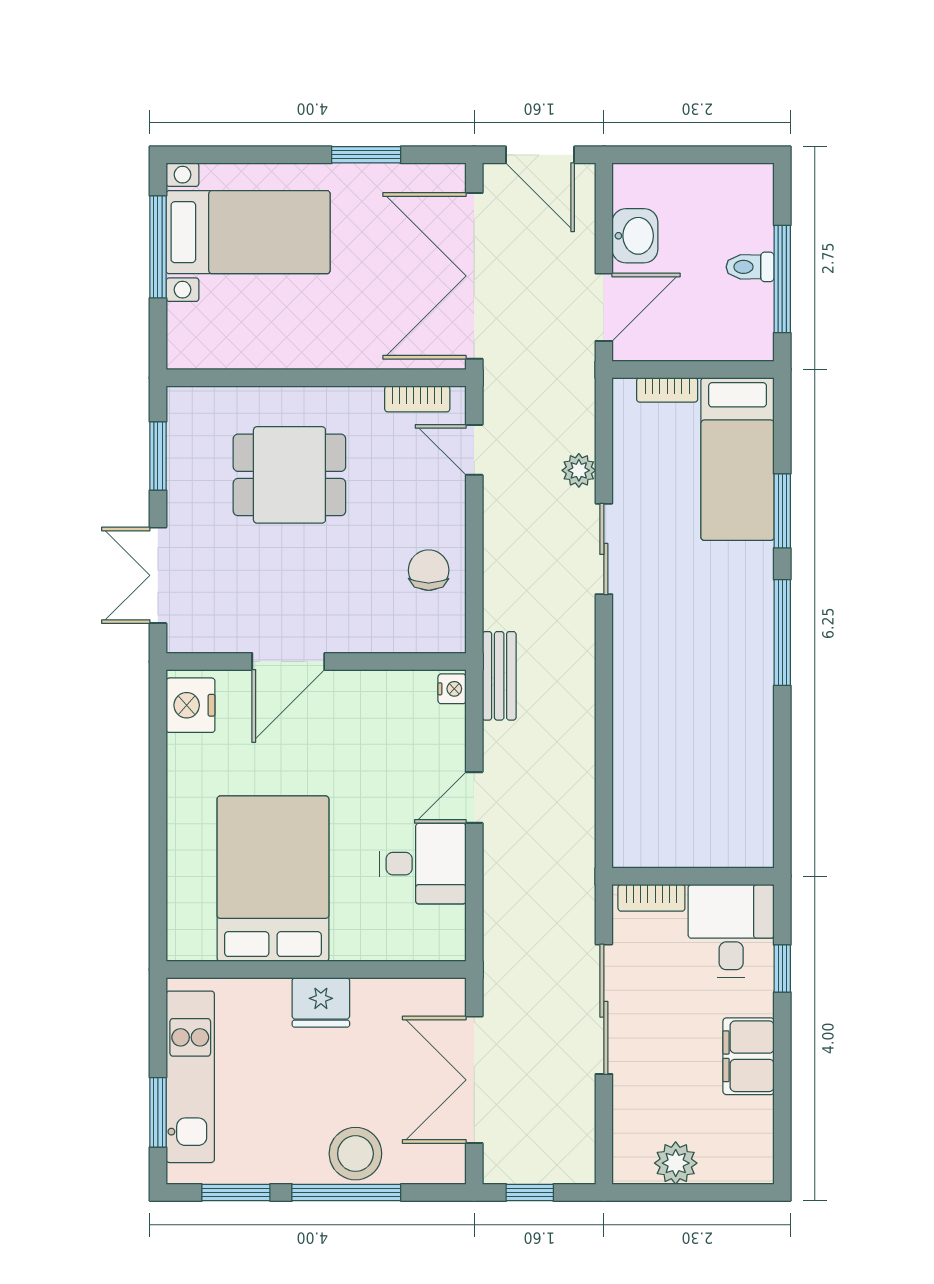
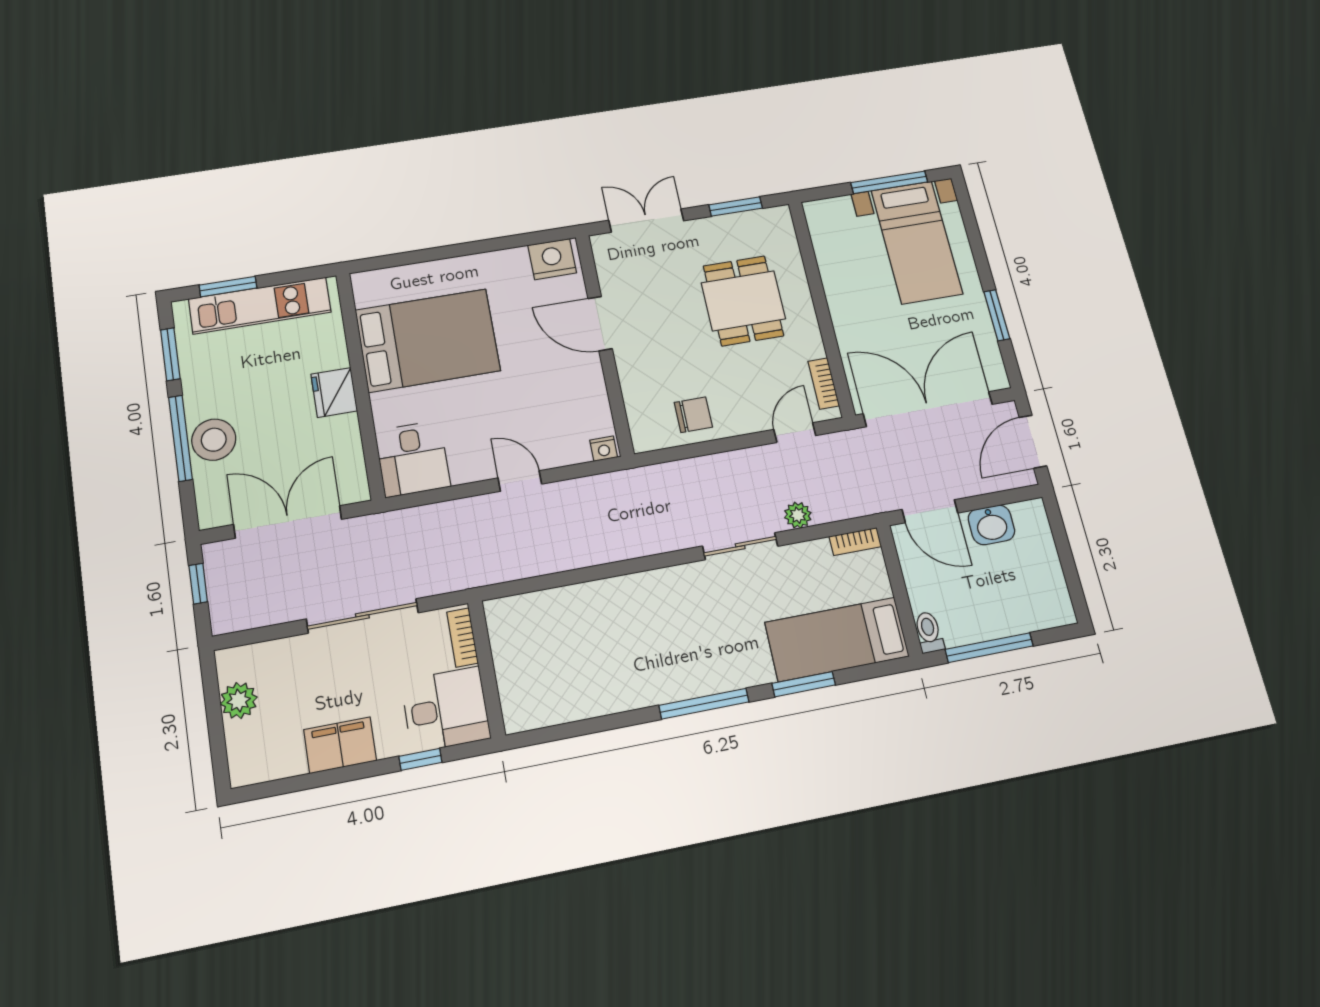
toilet: (750, 267) -> (929, 632), moved
bookcase: (667, 390) -> (855, 541), moved, turned -90
bench: (499, 676) -> (621, 483), removed
desk: (423, 864) -> (413, 459), moved

